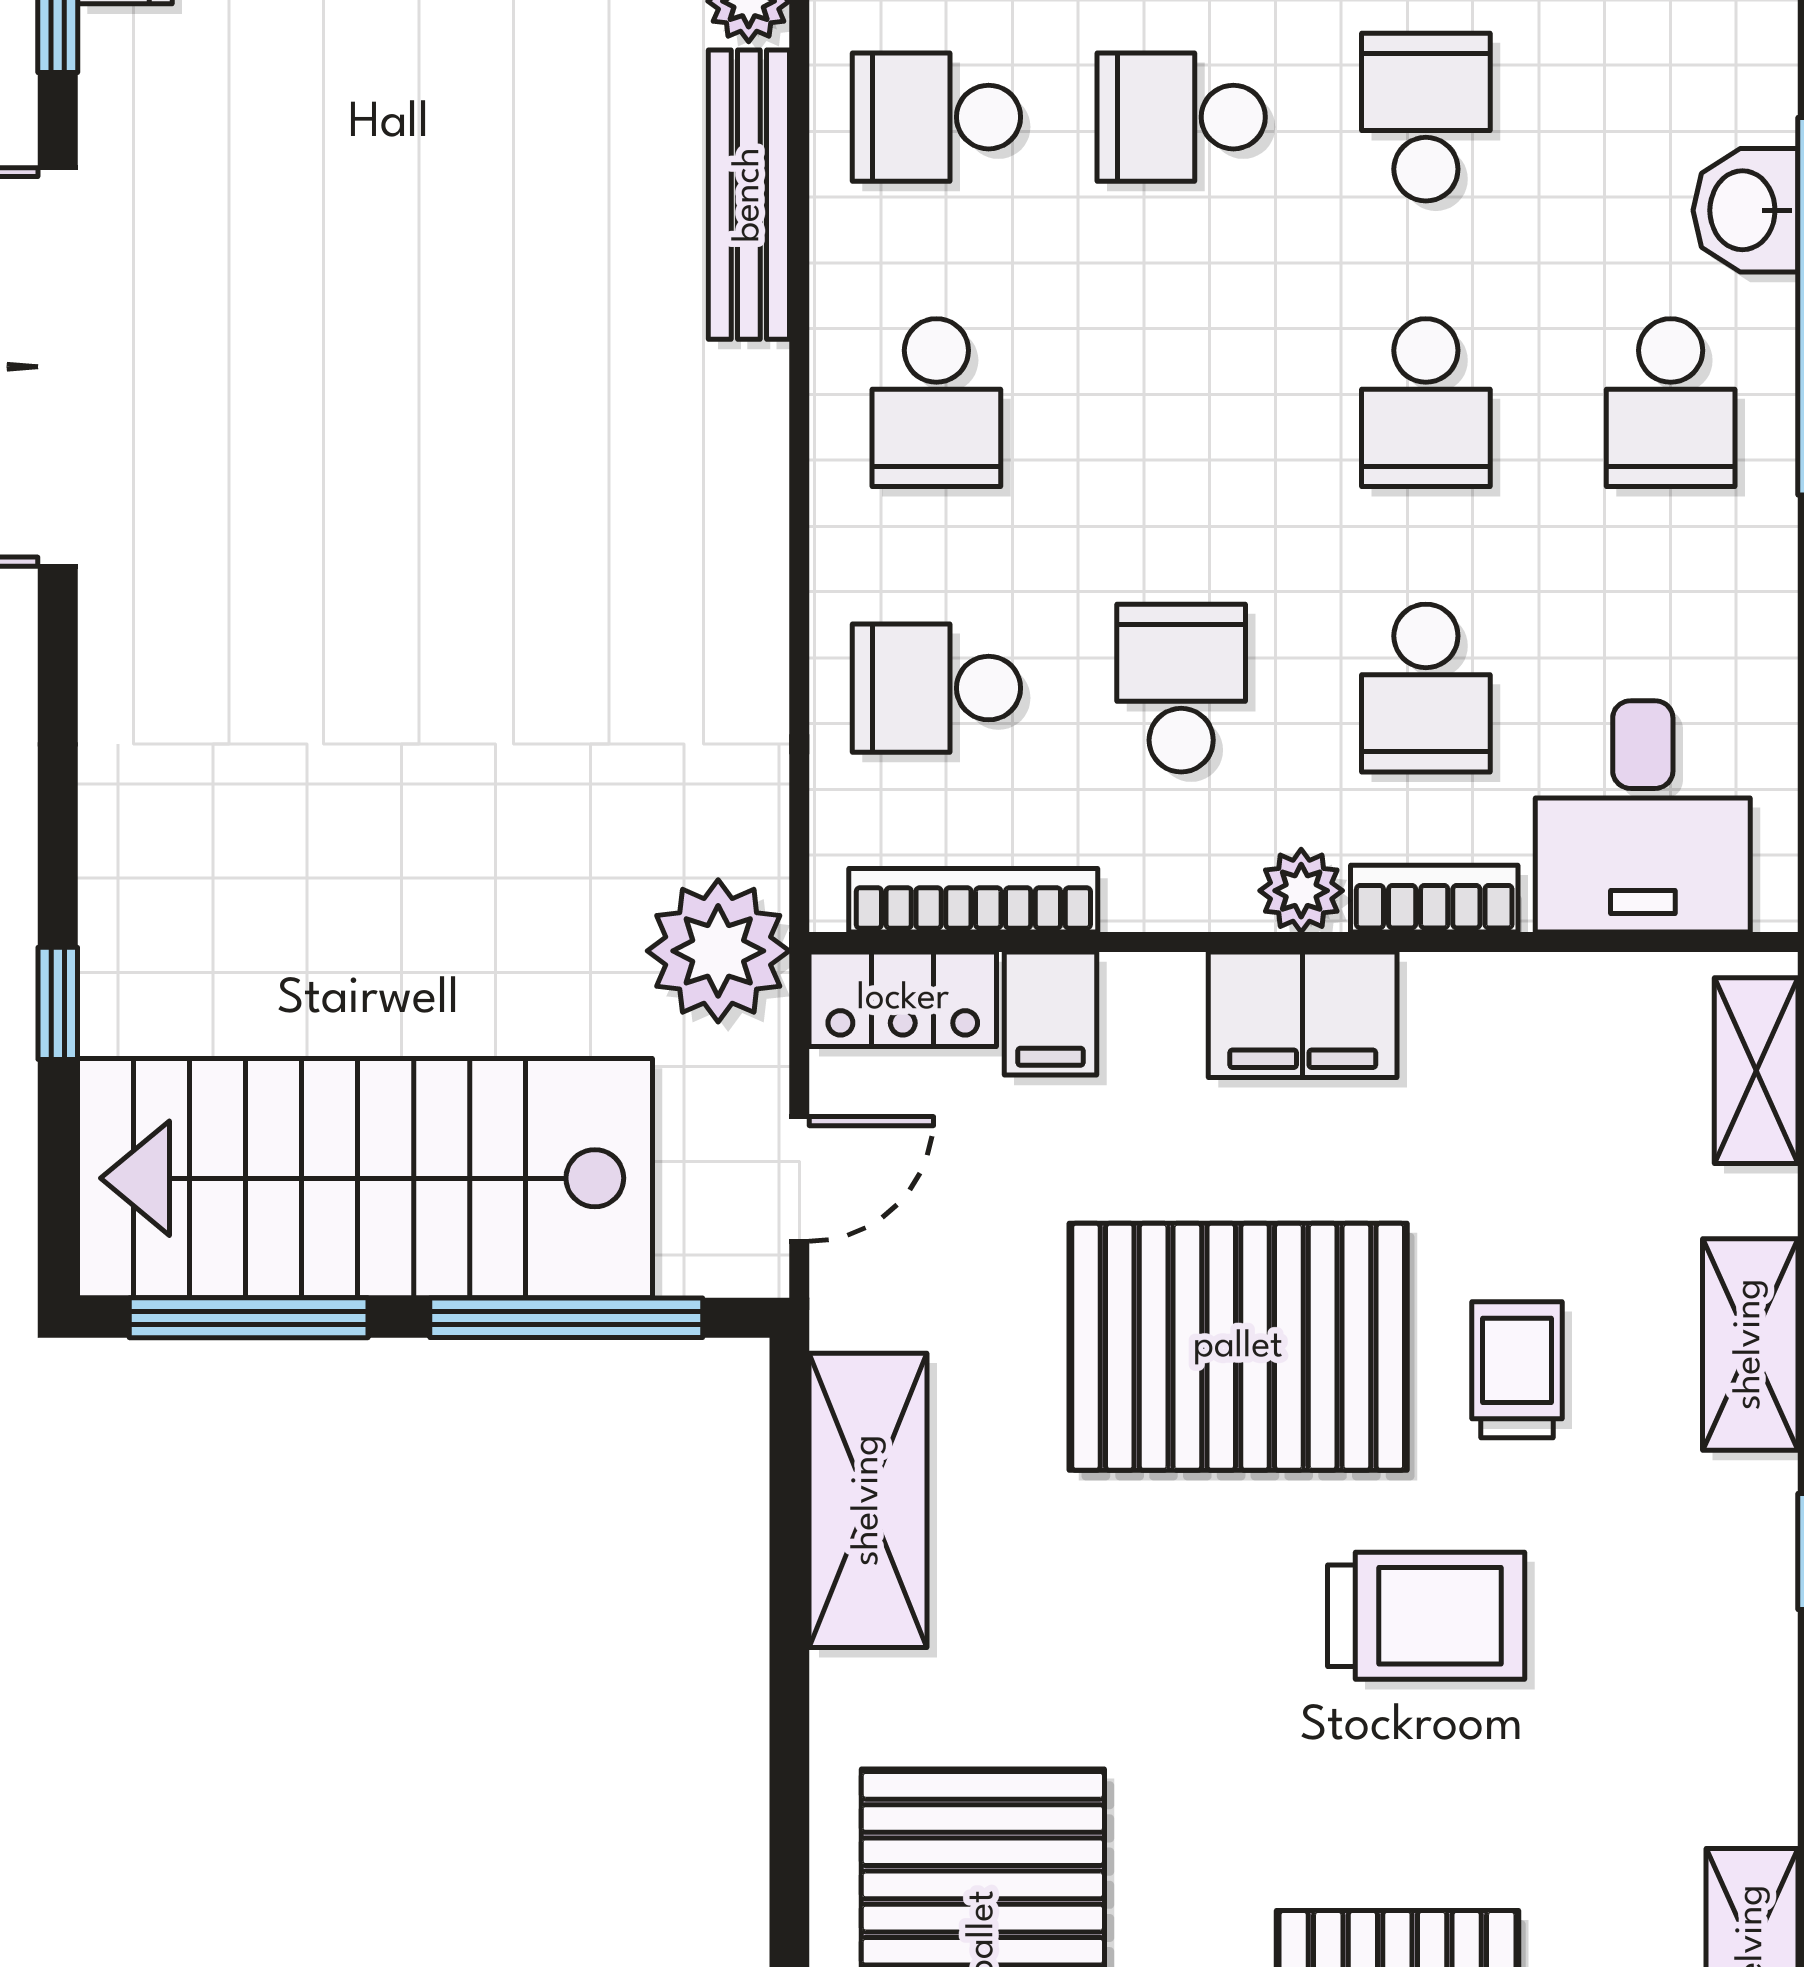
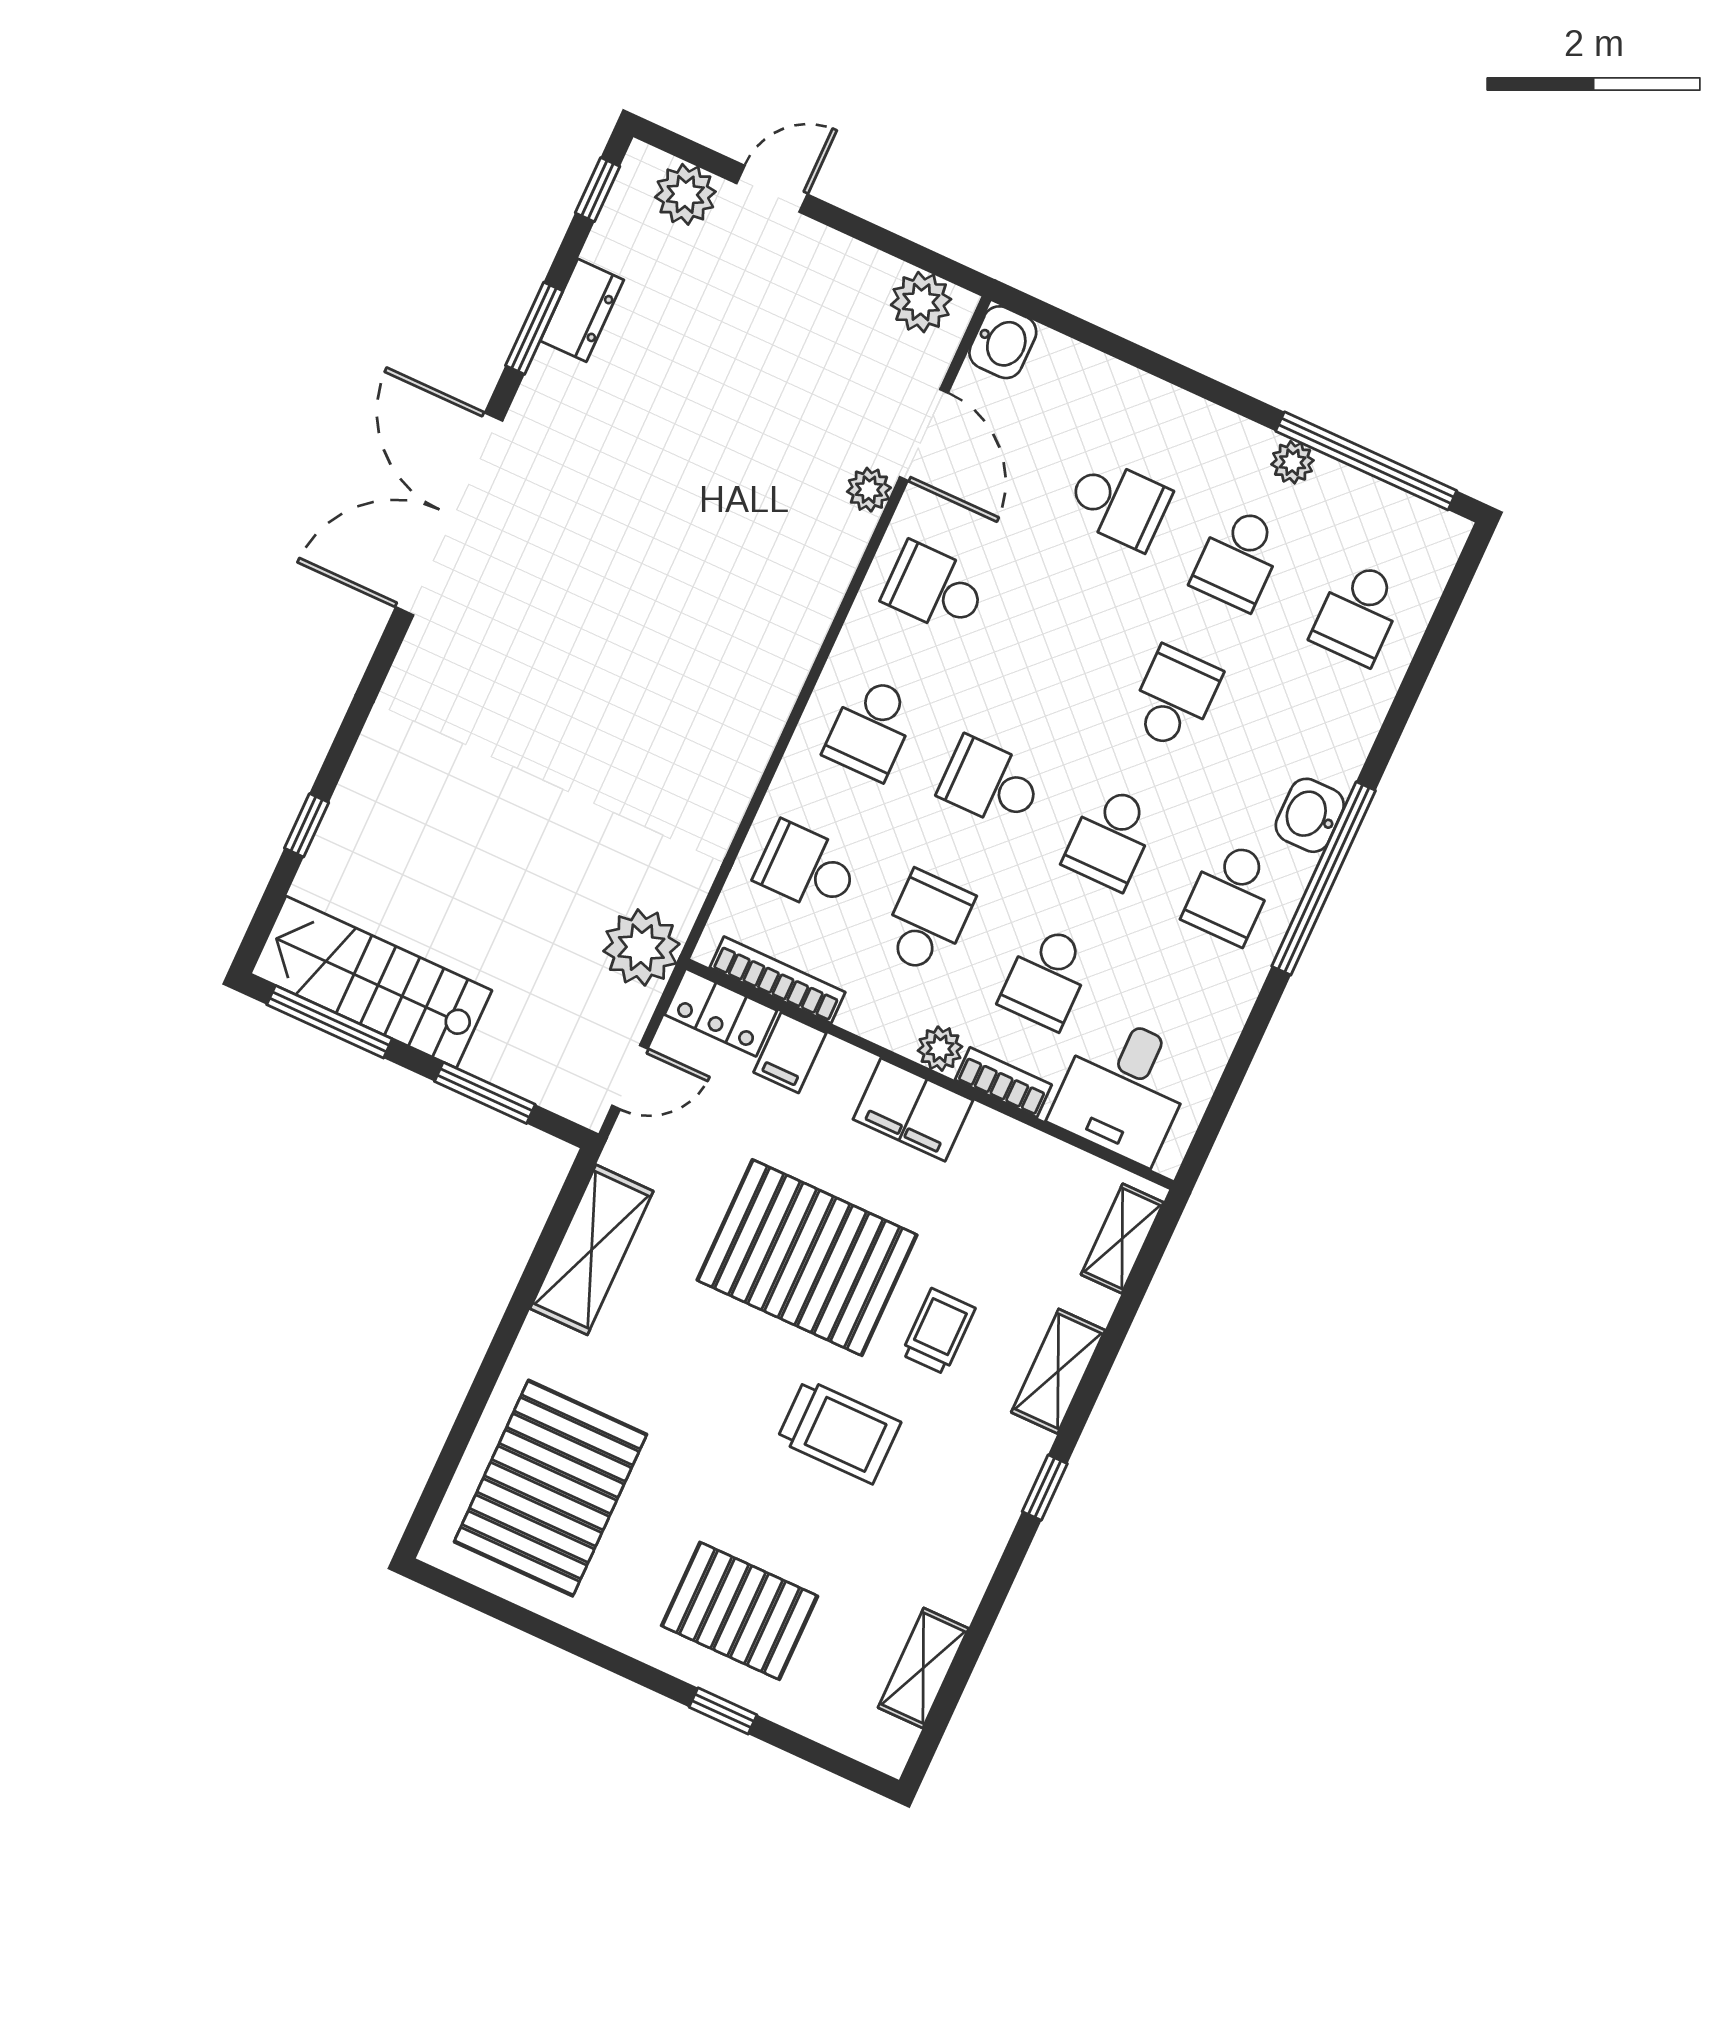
school desk: (1181, 117) -> (991, 783), moved
bench: (749, 195) -> (826, 584), removed
stairs: (365, 1178) -> (371, 982), width x0.73, depth x0.66
window: (566, 1318) -> (485, 1093), width x0.69

